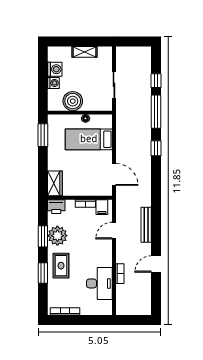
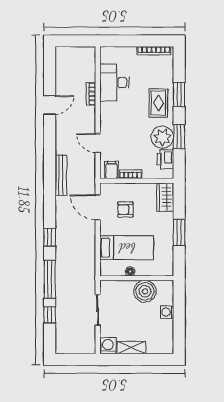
washing machine: (55, 69) -> (108, 346), moved, turned 90
window: (43, 135) -> (179, 233), moved
armchair: (90, 173) -> (125, 210), added
printer: (56, 207) -> (165, 159), moved, turned -90
bench: (146, 225) -> (61, 175), moved
door: (114, 231) -> (98, 143), swing flipped

